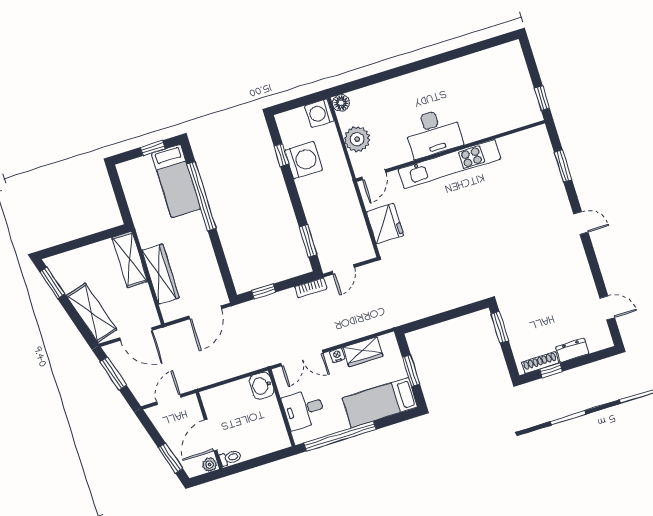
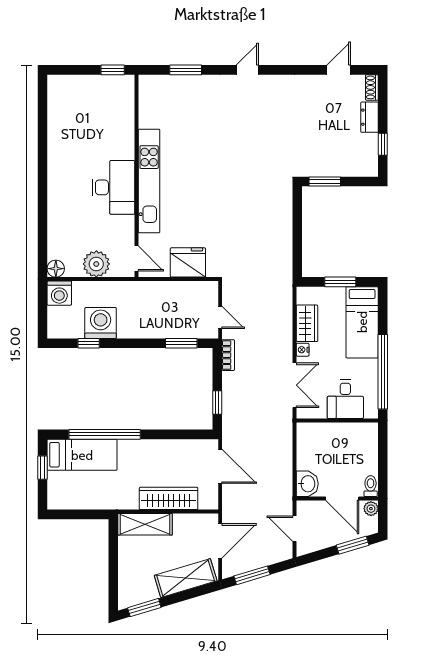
shoe rack: (540, 363) -> (372, 87), moved, width x0.70
washbasin: (262, 386) -> (307, 484), moved, turned -90

